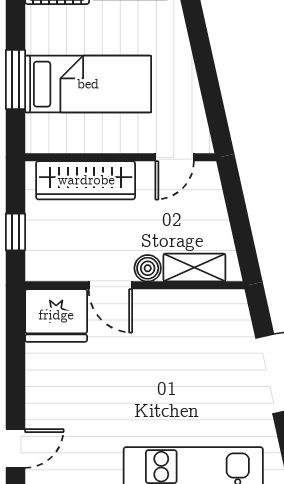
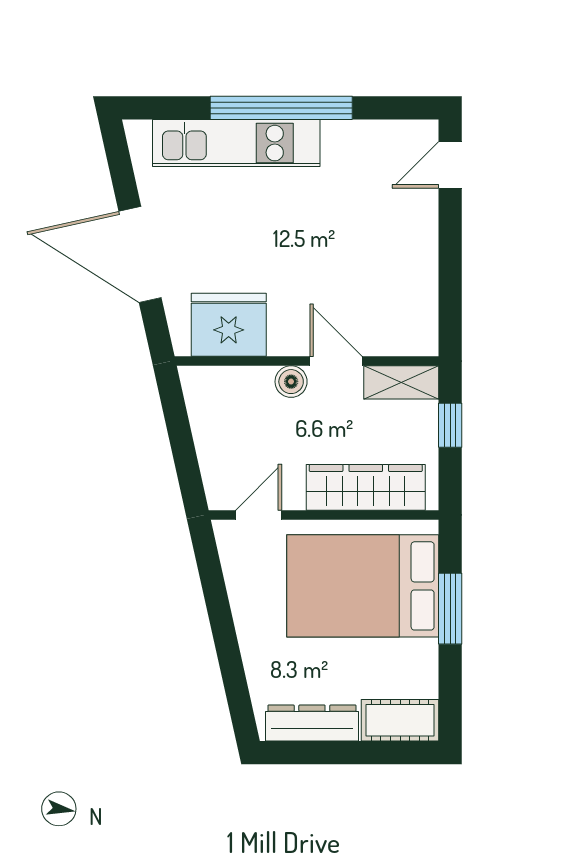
bed: (88, 84) -> (363, 586), width x1.50
shelving: (194, 268) -> (401, 382), moved
fridge: (56, 315) -> (229, 325), moved

